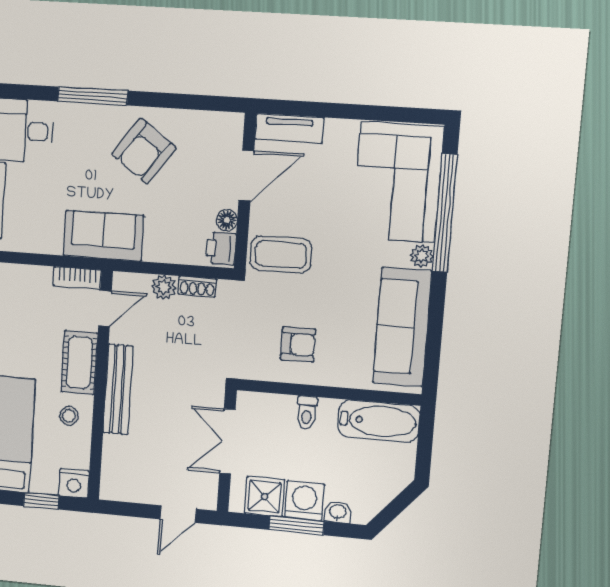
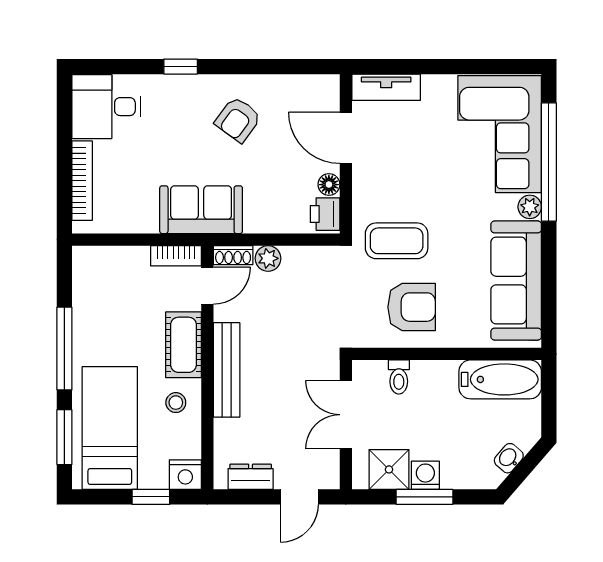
window: (93, 96) -> (181, 67), width x0.46
armchair: (144, 151) -> (238, 120), width x0.72, depth x0.72
door: (246, 176) -> (346, 138), swing flipped
coffee table: (281, 255) -> (397, 241), moved
shoe rack: (197, 286) -> (233, 255), moved
armchair: (298, 344) -> (412, 307), width x1.38, depth x1.38
toilet: (307, 413) -> (399, 377), moved
dresser: (134, 491) -> (251, 477), added
washing machine: (304, 501) -> (425, 475), width x0.73, depth x0.73
washbasin: (338, 512) -> (509, 458), moved, turned -49

